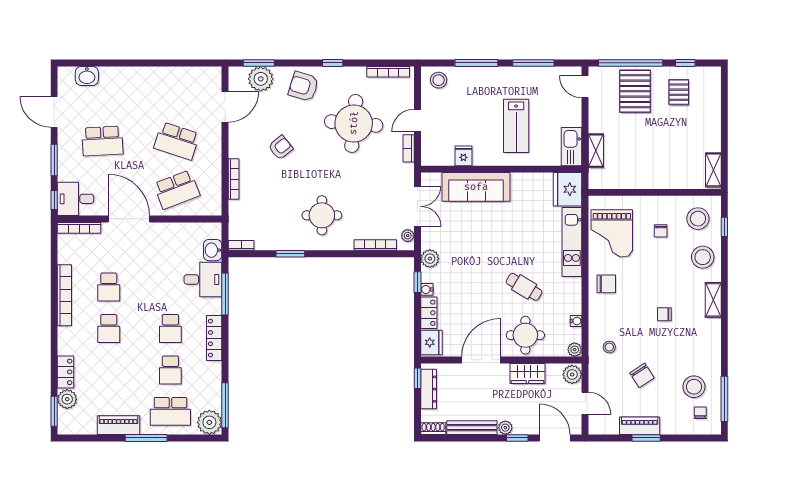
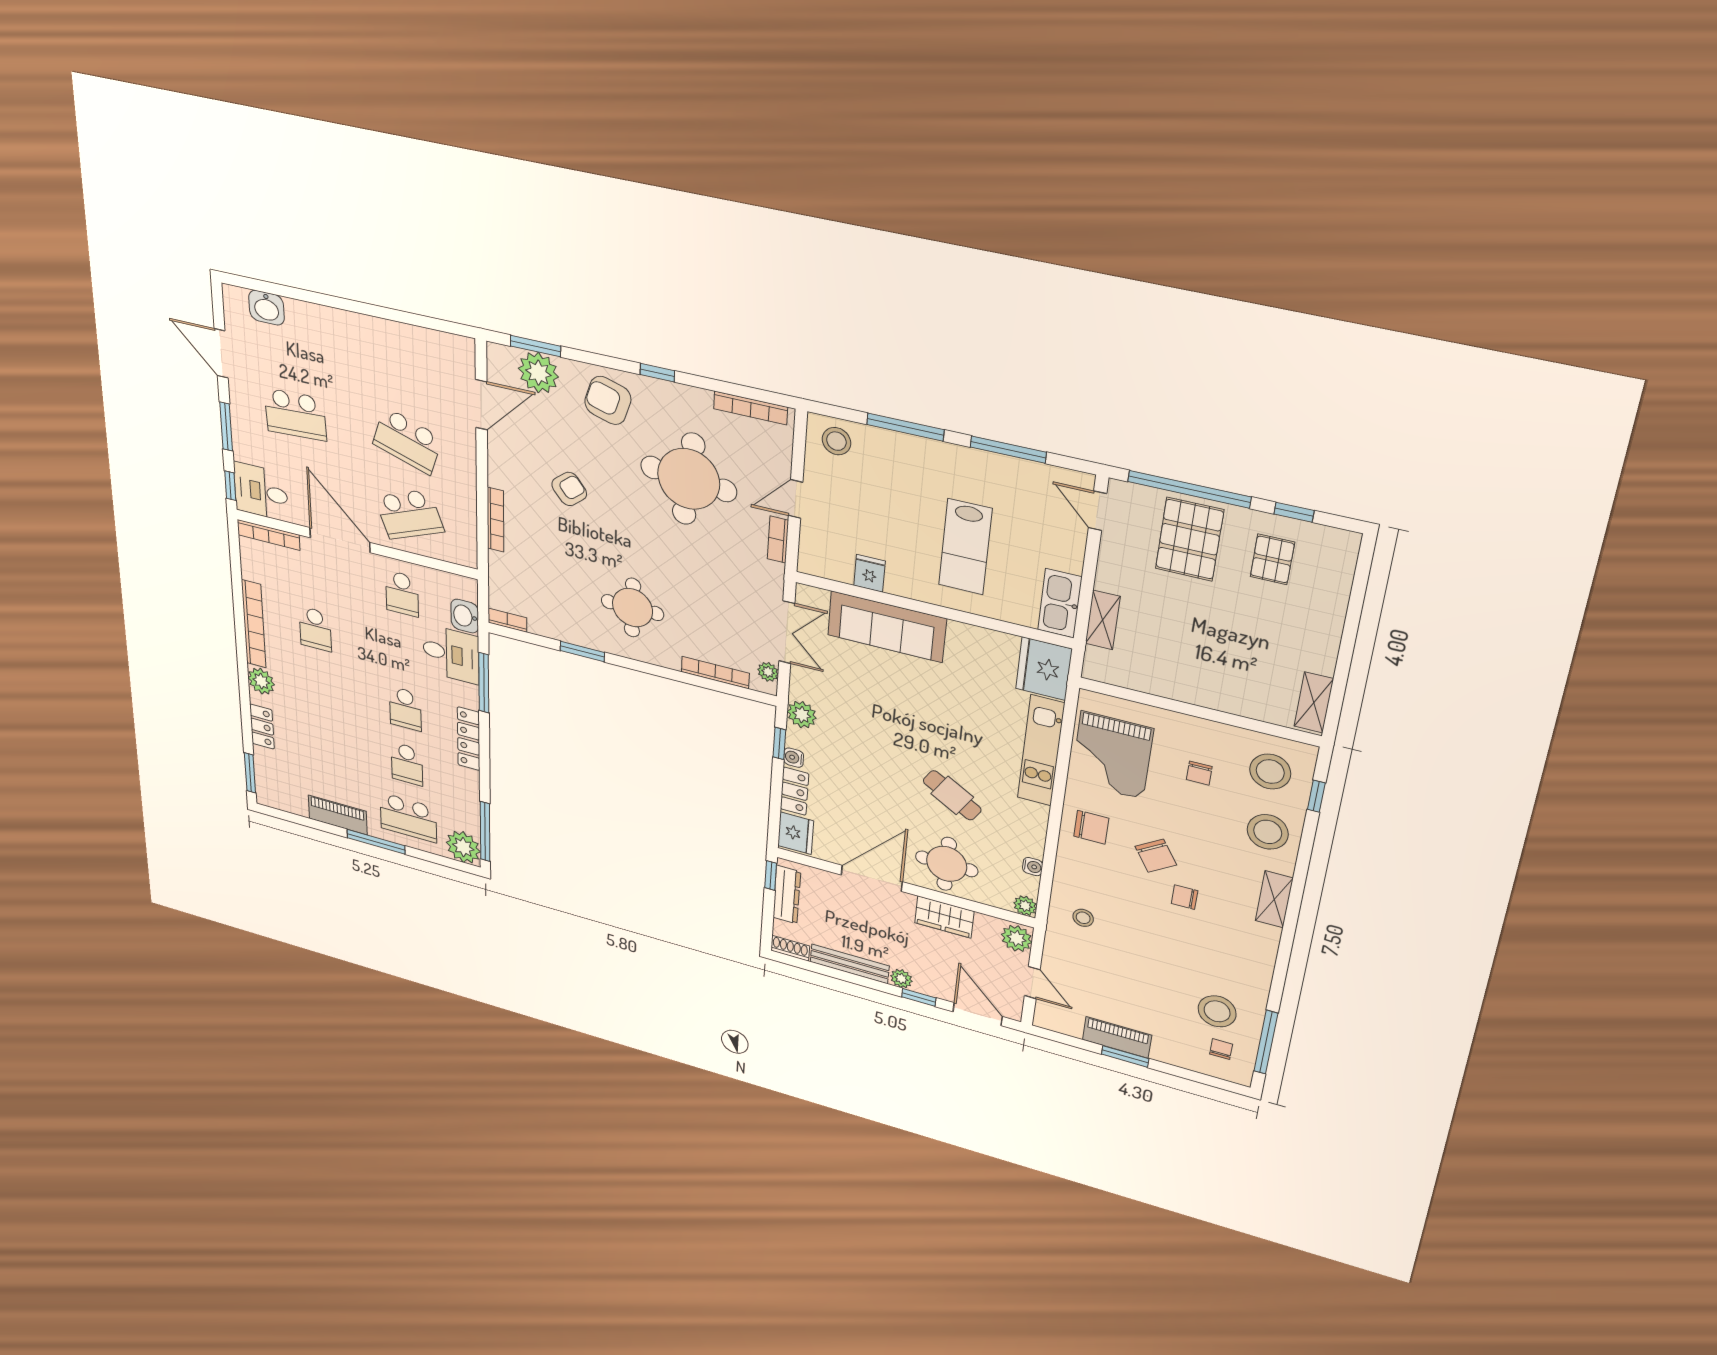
school desk: (109, 328) -> (402, 594), moved
chair: (642, 375) -> (1156, 856), moved
plant: (67, 399) -> (261, 681), moved

